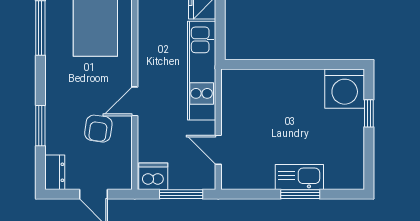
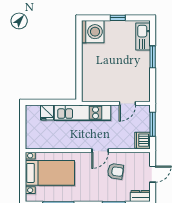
door: (135, 101) -> (100, 151), hinge flipped
window: (369, 113) -> (118, 18), moved
kitchen sink: (299, 177) -> (143, 37), moved

